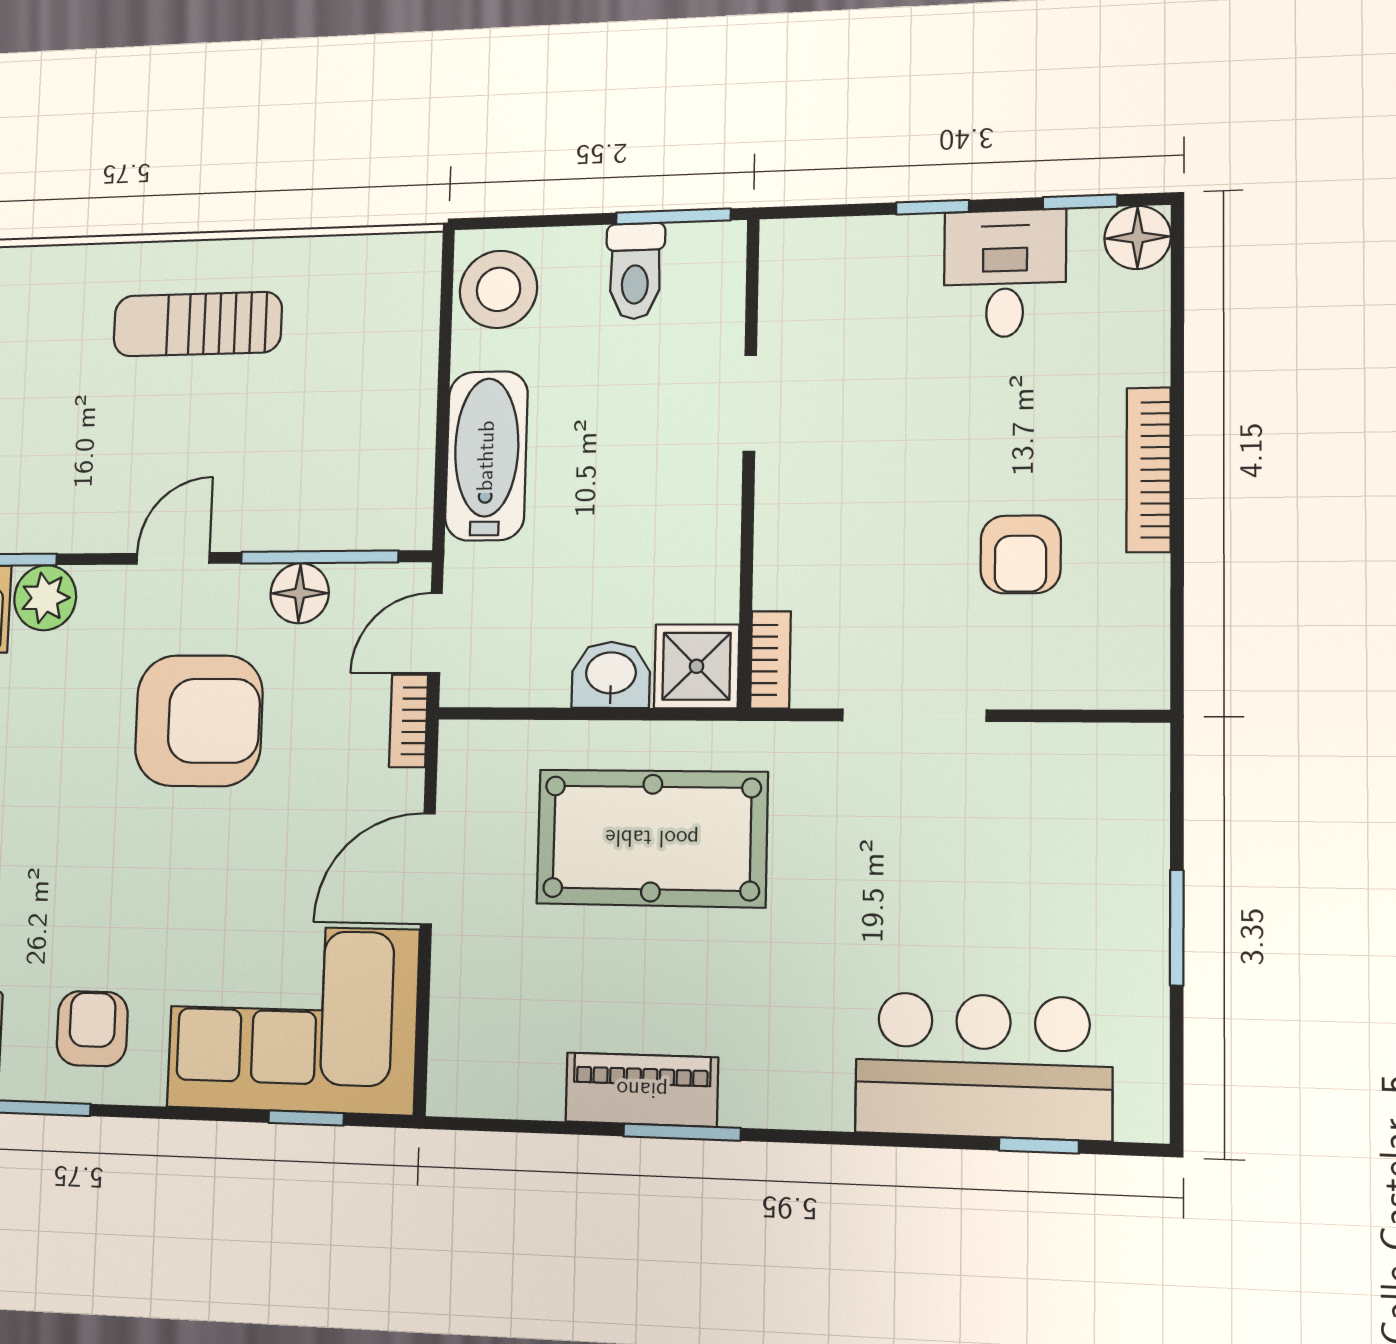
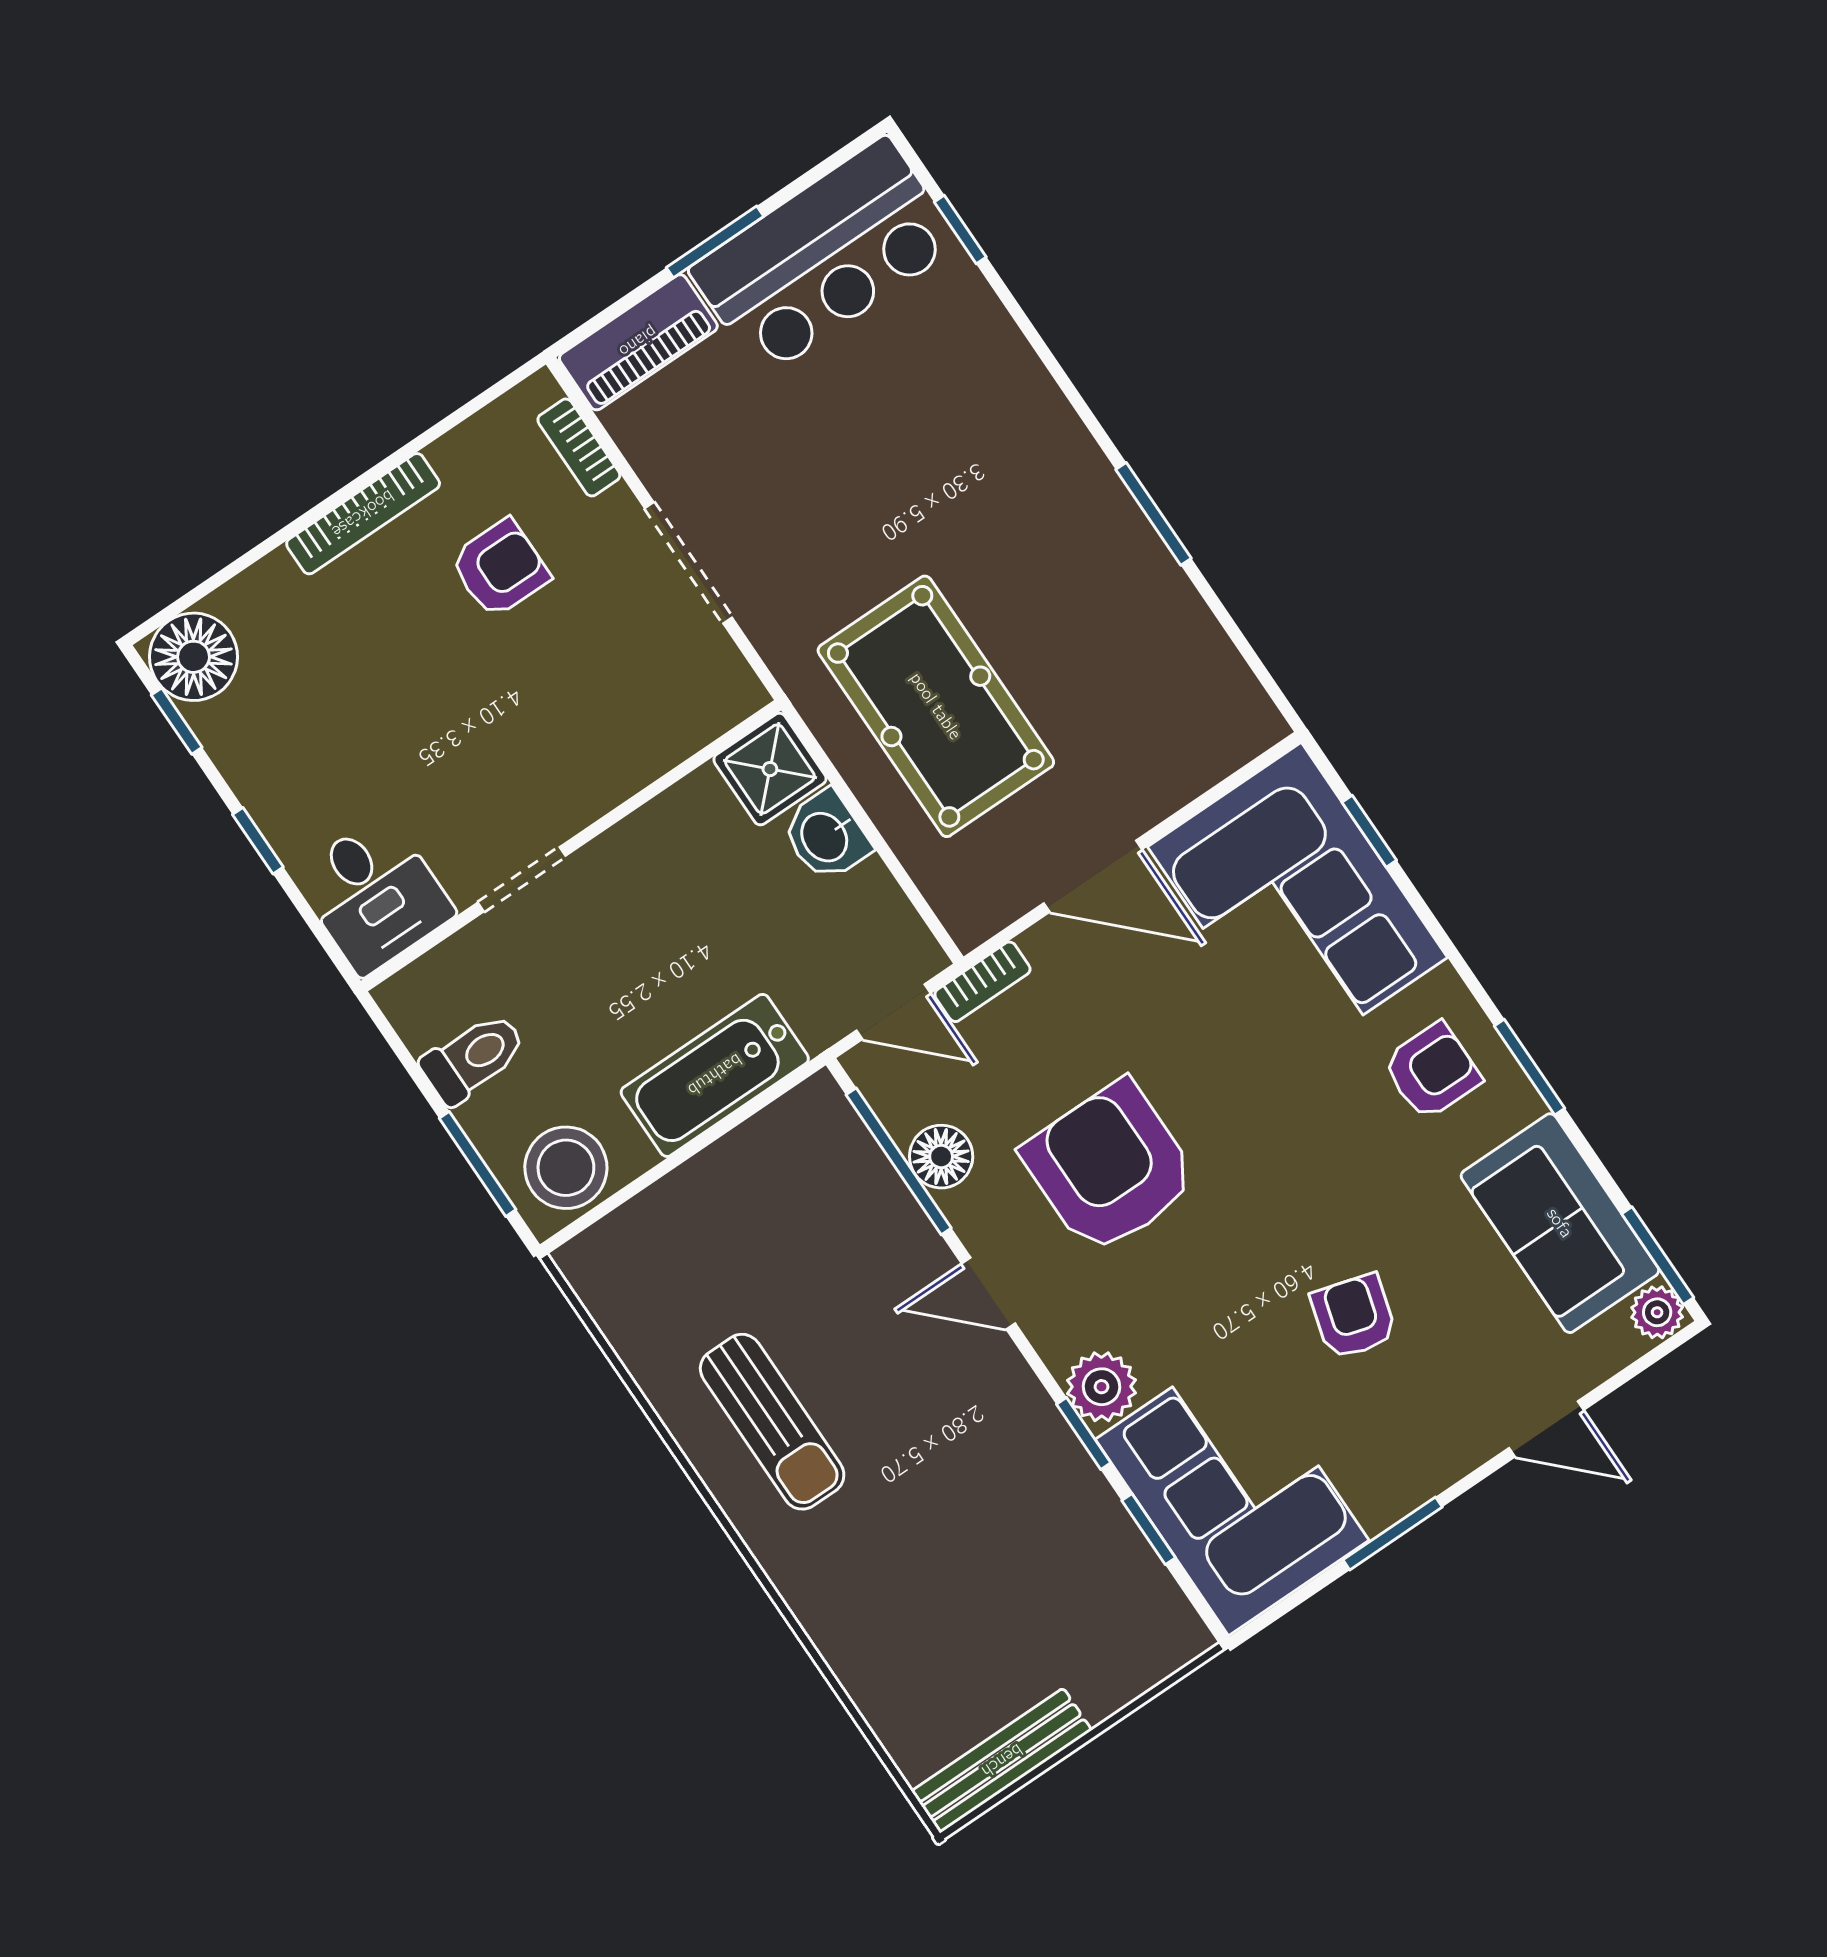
window: (673, 216) -> (478, 1164), moved
floor lamp: (1138, 237) -> (194, 657), width x1.38, depth x1.38
desk: (1005, 274) -> (374, 894), moved, turned -90
bookcase: (771, 660) -> (579, 447), moved, turned -90
armchair: (92, 1029) -> (1432, 1071), turned 180
bar counter: (983, 1066) -> (824, 257), moved, turned -90
piano: (642, 1090) -> (638, 342), moved, turned -90

